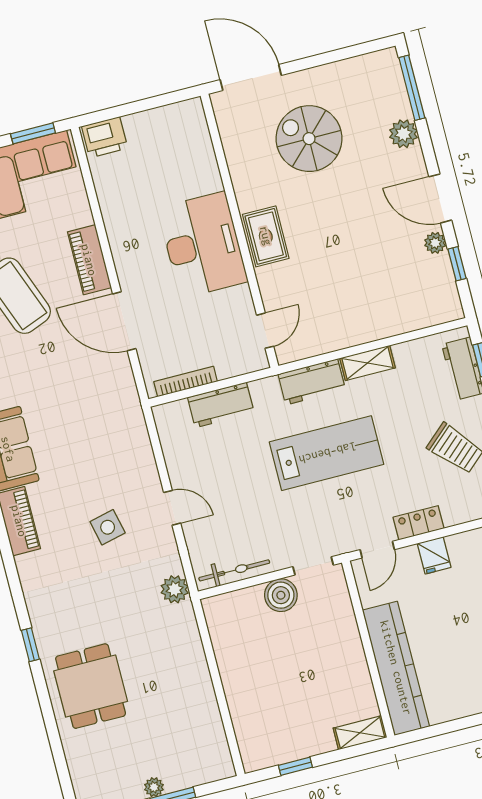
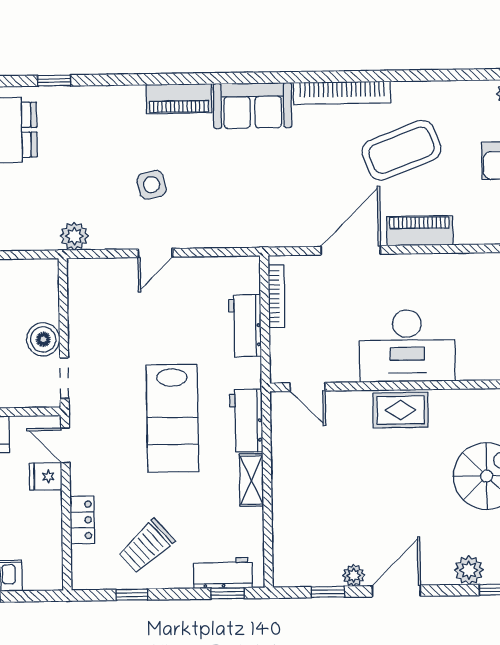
locker: (418, 523) -> (82, 520), moved
fridge: (434, 555) -> (46, 476), moved
bicycle: (234, 570) -> (79, 299), removed

